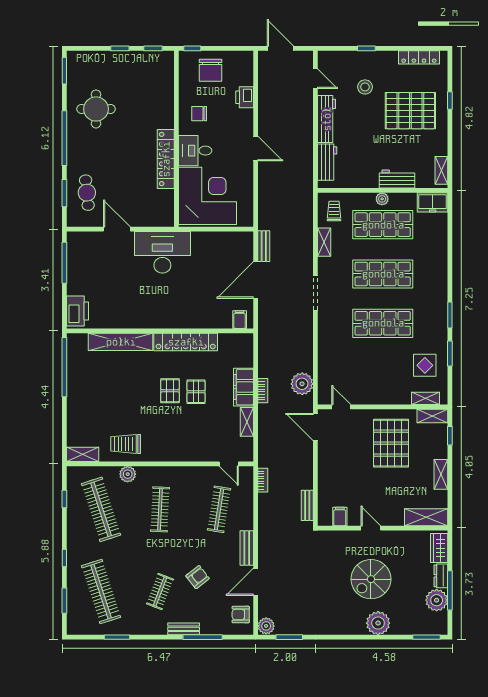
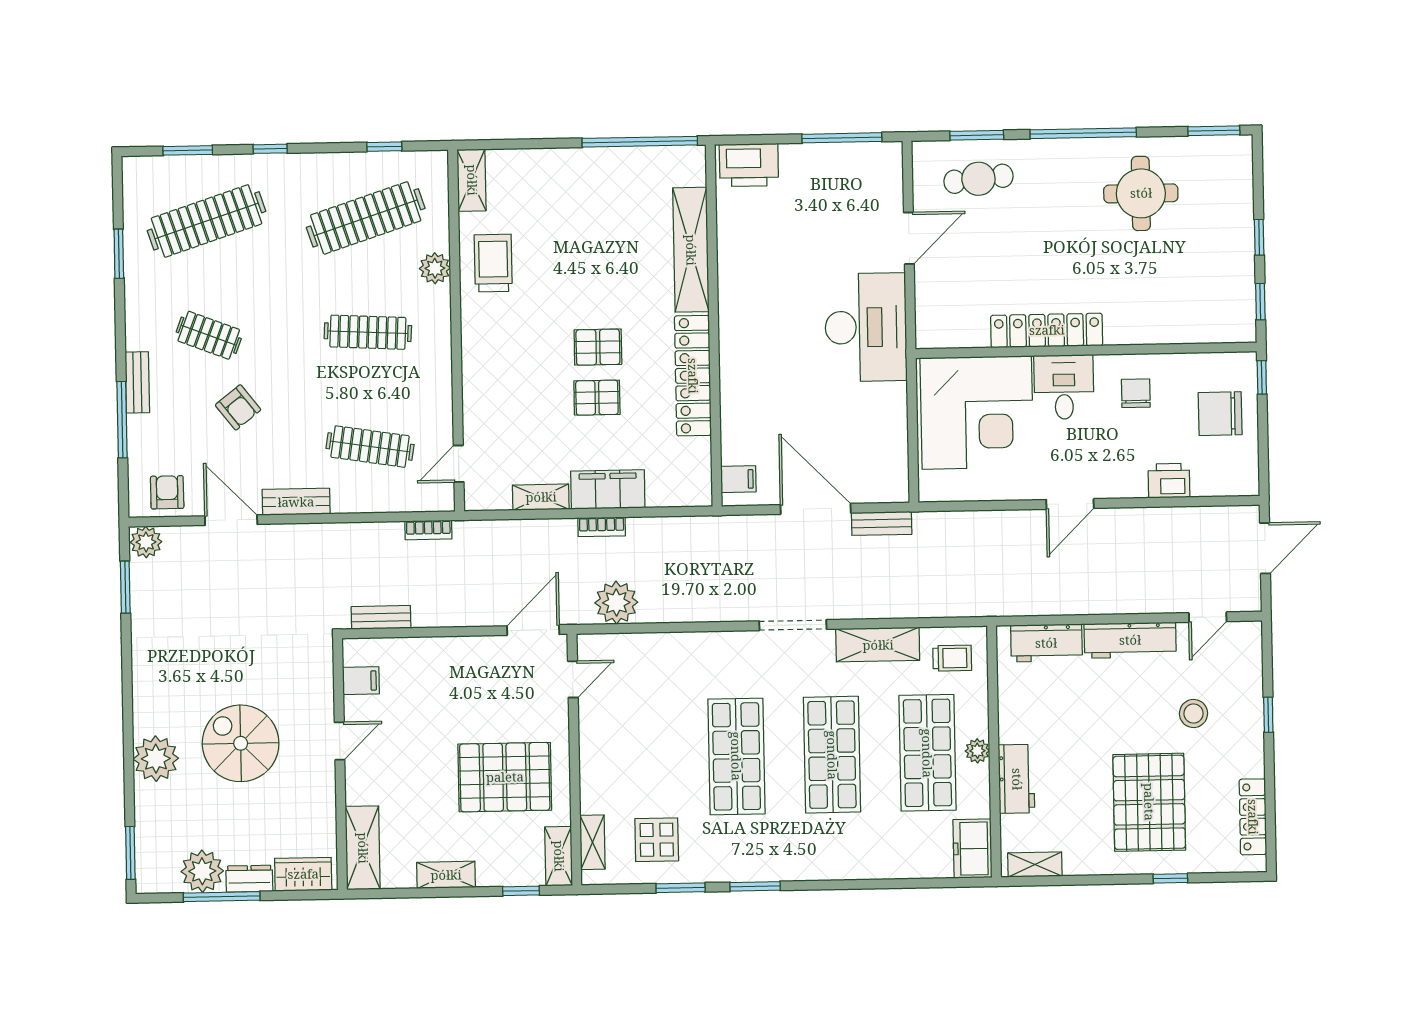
shelving: (324, 242) -> (878, 645), width x1.50, depth x1.33

